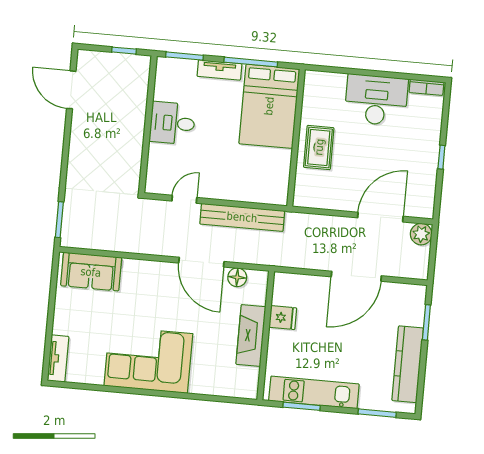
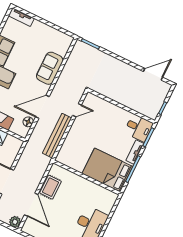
desk: (172, 123) -> (139, 128), moved, turned 90
rug: (319, 147) -> (51, 187), moved, turned 90
door: (184, 199) -> (77, 110), hinge flipped
sofa: (91, 272) -> (50, 68), moved

